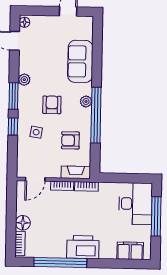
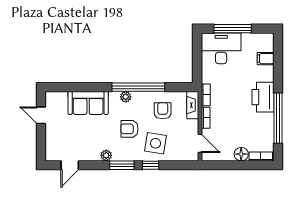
floor lamp: (25, 22) -> (52, 156), removed
side table: (36, 132) -> (156, 143), width x1.87, depth x1.87
armchair: (70, 140) -> (163, 111), turned 180
filing cabinet: (130, 251) -> (266, 59), width x0.50

